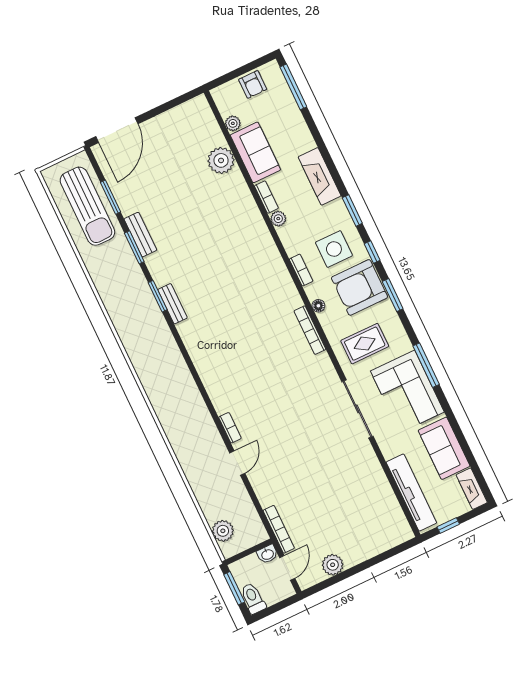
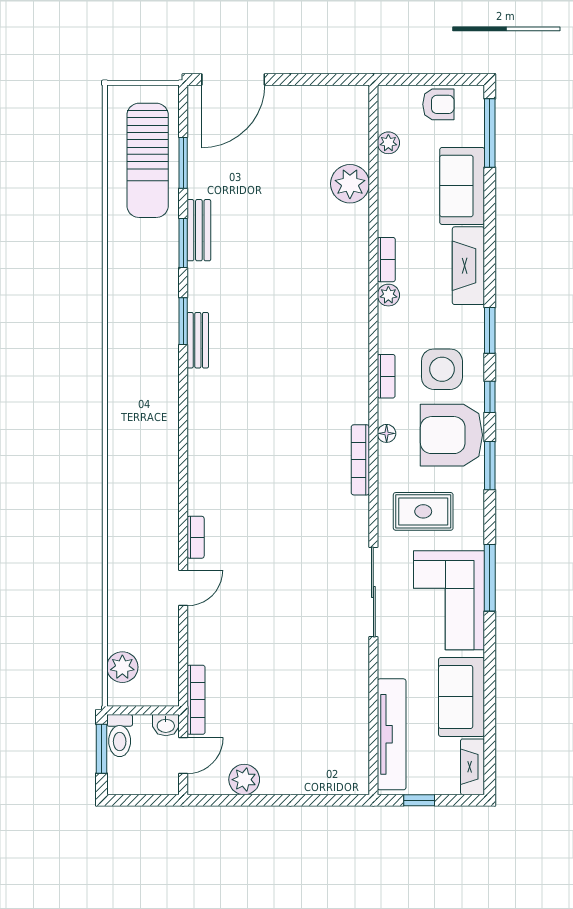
armchair: (253, 84) -> (438, 104), turned -90
sofa: (255, 152) -> (462, 186), moved, turned 180
toilet: (253, 598) -> (120, 736), moved, turned 180

